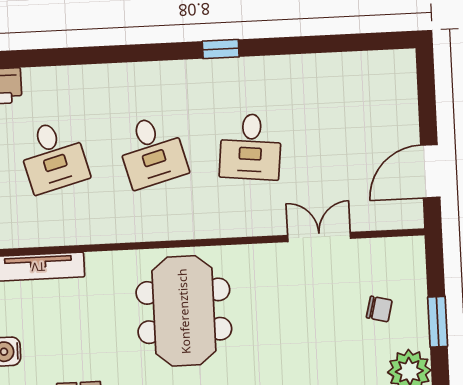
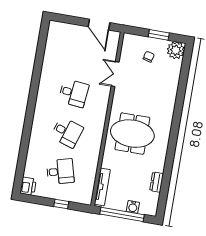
window: (221, 49) -> (33, 96), removed
desk: (152, 151) -> (67, 132), turned 33

